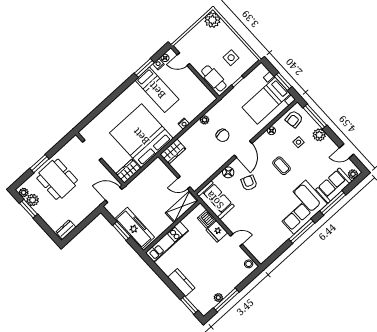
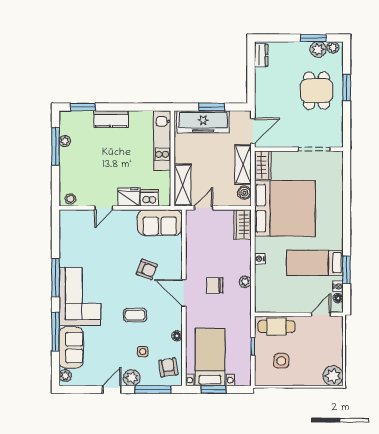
door: (346, 151) -> (112, 389), moved
boiler: (154, 167) -> (244, 193), added
floor lamp: (228, 172) -> (175, 259), removed
dining table: (57, 179) -> (317, 91), width x0.73
shelving: (138, 183) -> (243, 165), added

